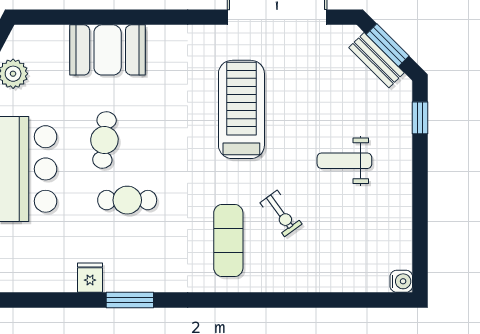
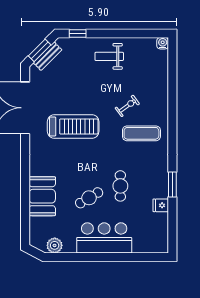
treadmill: (241, 109) -> (73, 126), turned 180
cafe table: (104, 140) -> (89, 198), turned -37
weight bench: (344, 161) -> (109, 56), moved, turned 90

